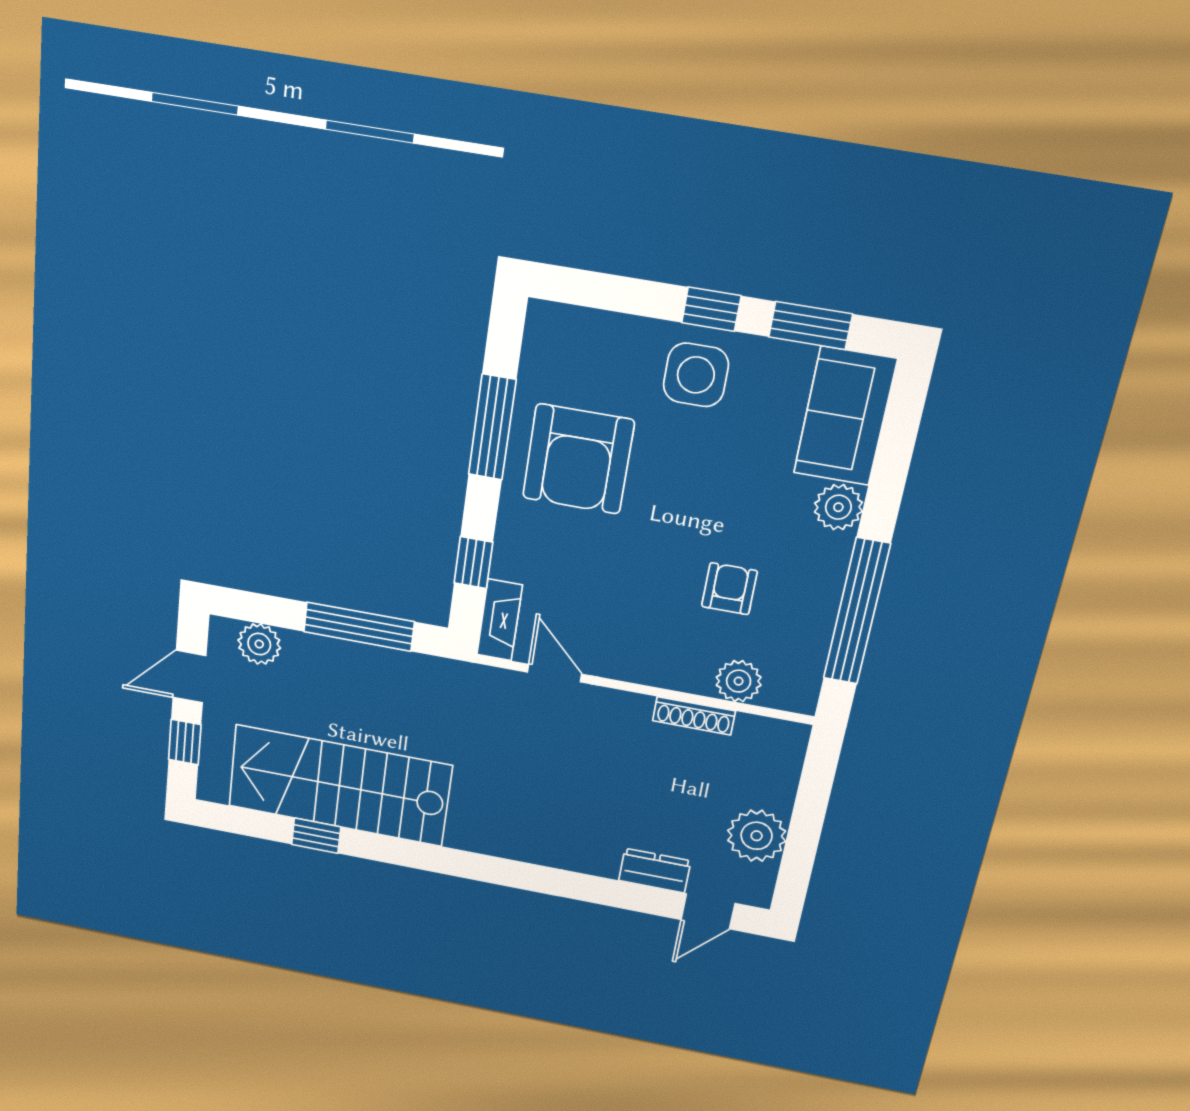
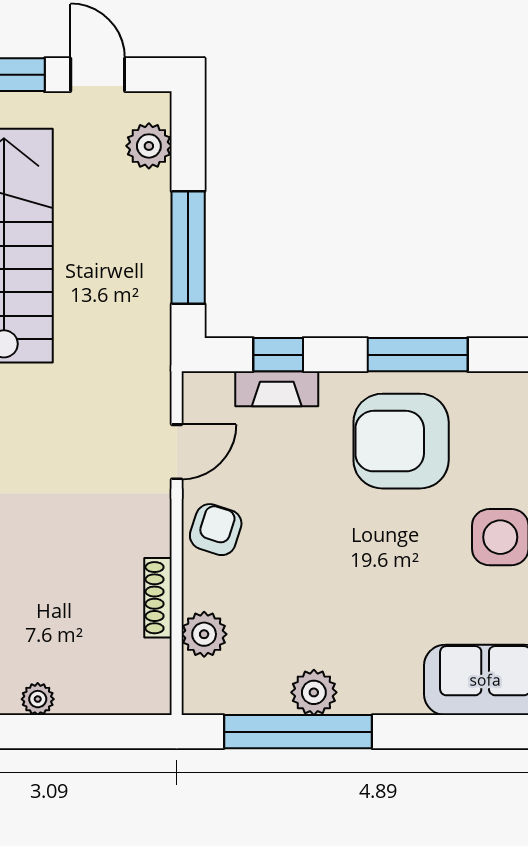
plant: (838, 507) -> (314, 692), moved
armchair: (729, 589) -> (216, 530), moved, turned -72
fireplace: (500, 620) -> (277, 389), moved
plant: (757, 836) -> (38, 699), width x0.53, depth x0.53

